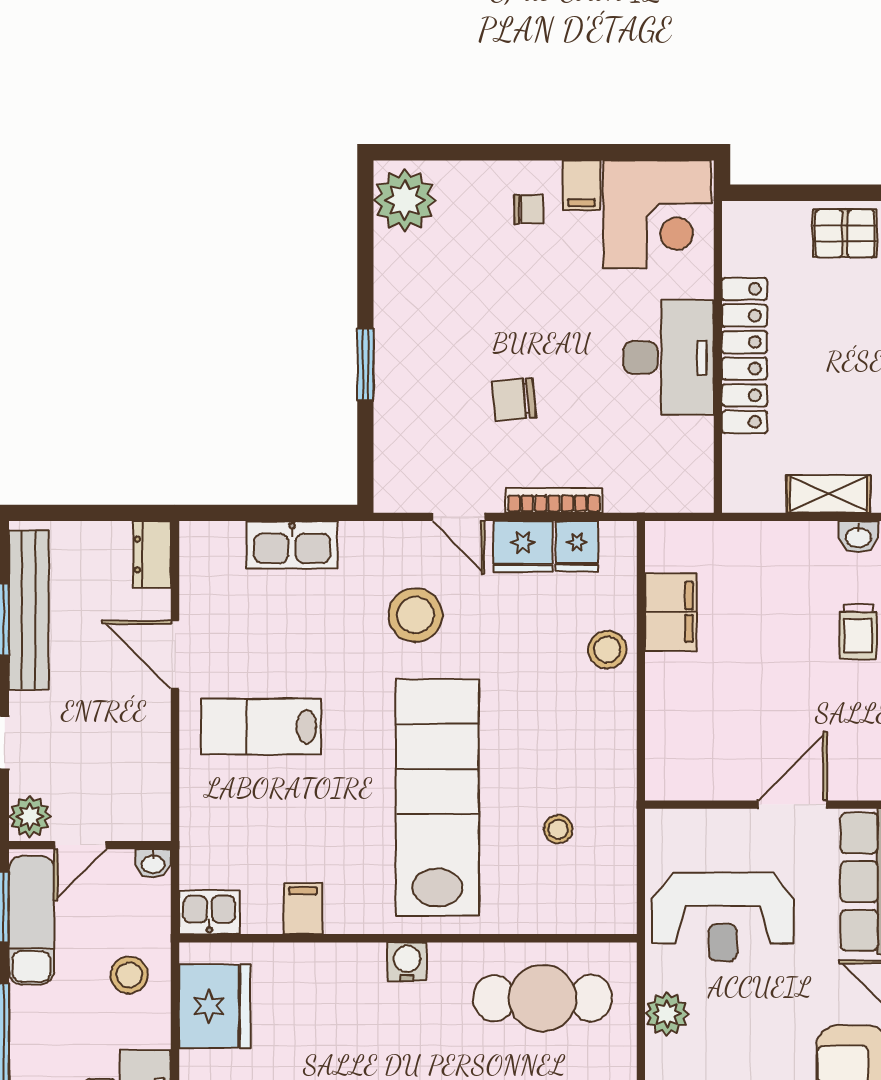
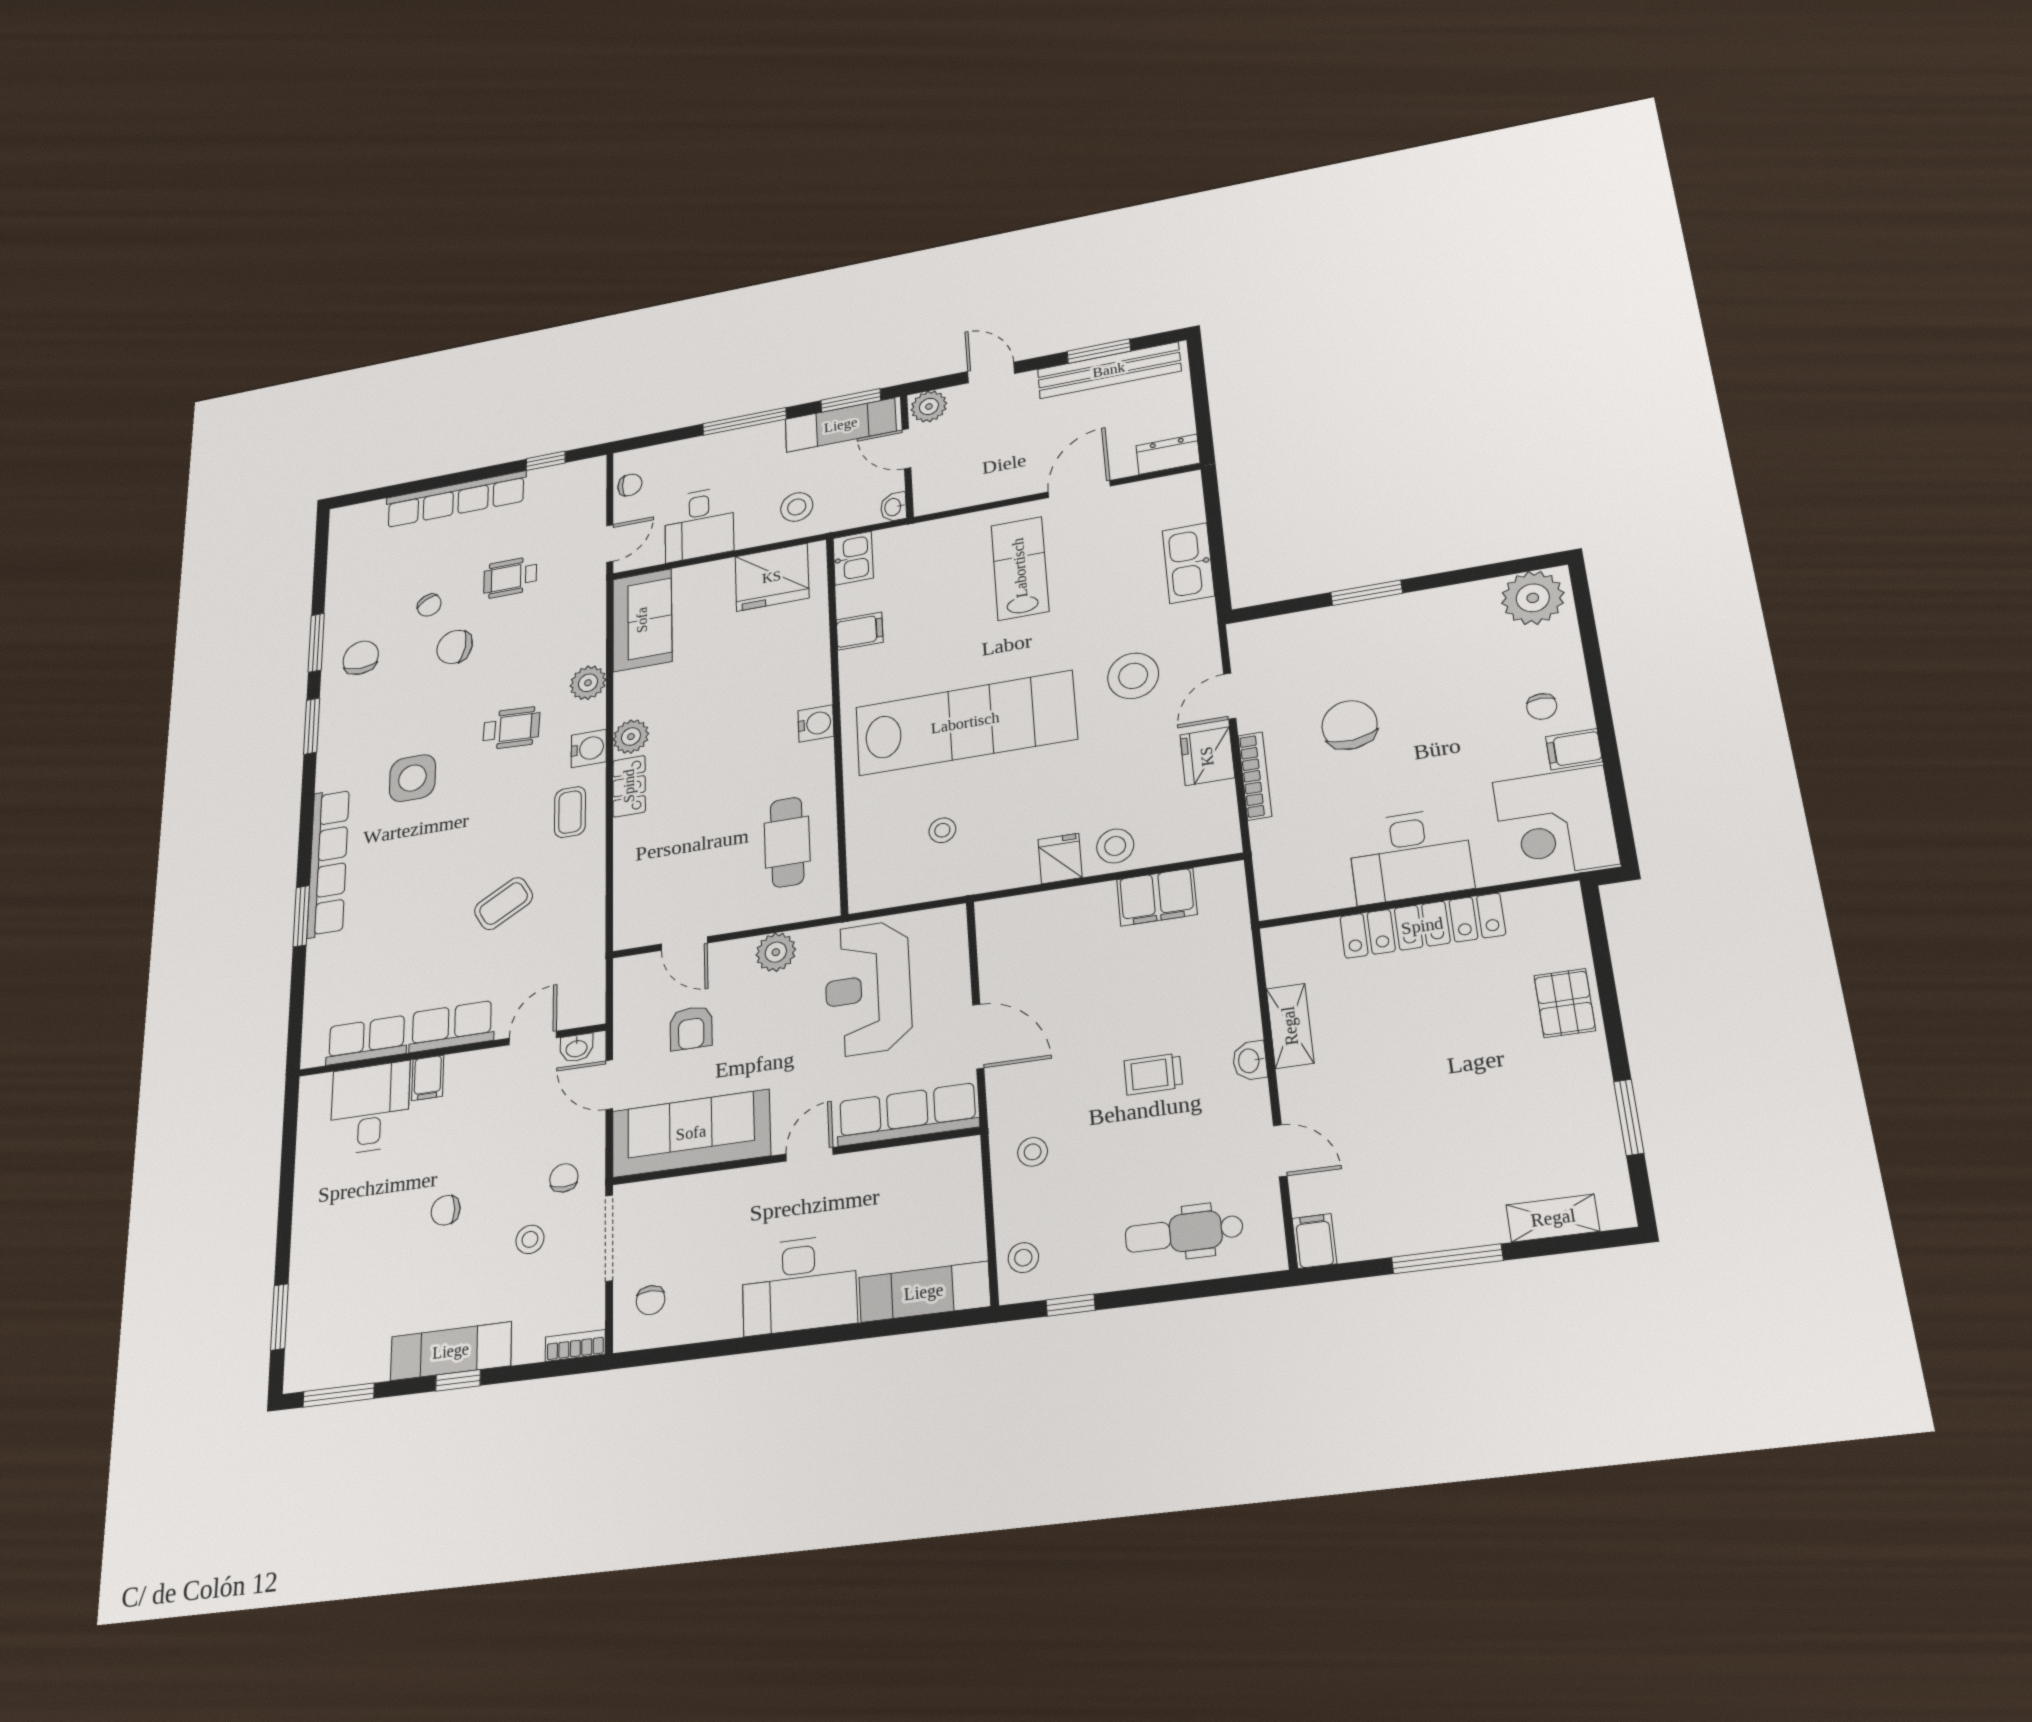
chair: (514, 400) -> (1350, 725), width x1.37, depth x1.37
fridge: (577, 546) -> (1060, 858), moved, turned 90
cafe table: (543, 998) -> (787, 842), width x0.73, depth x0.74

